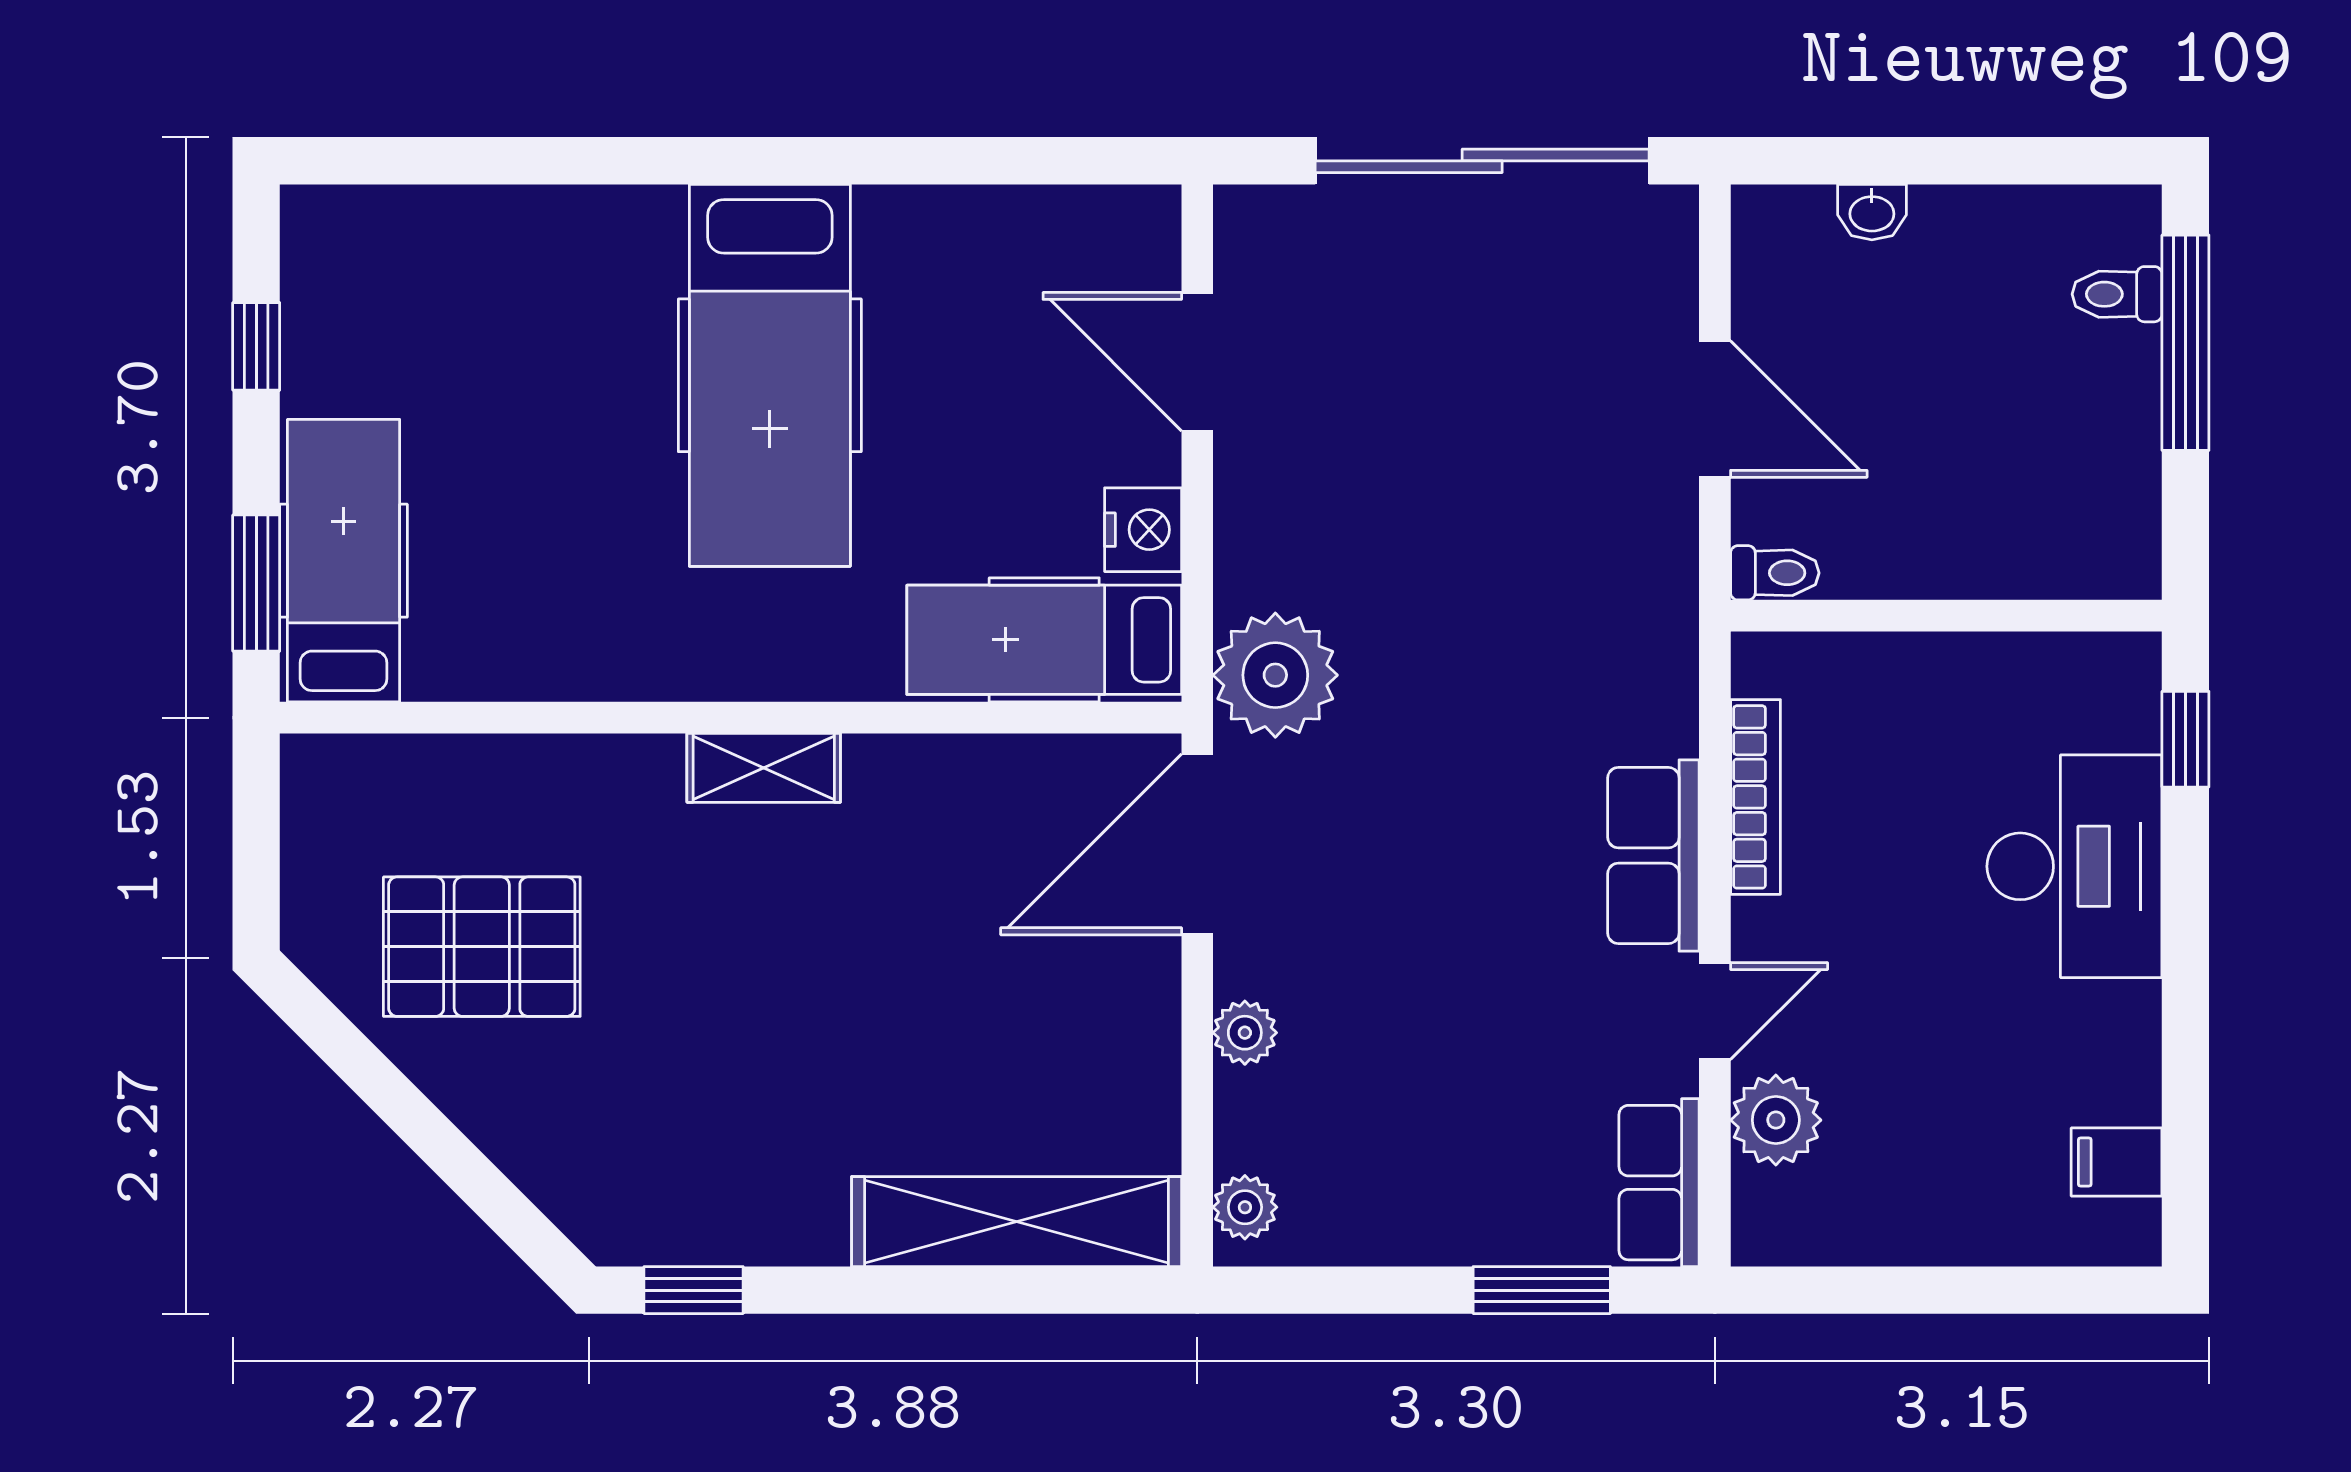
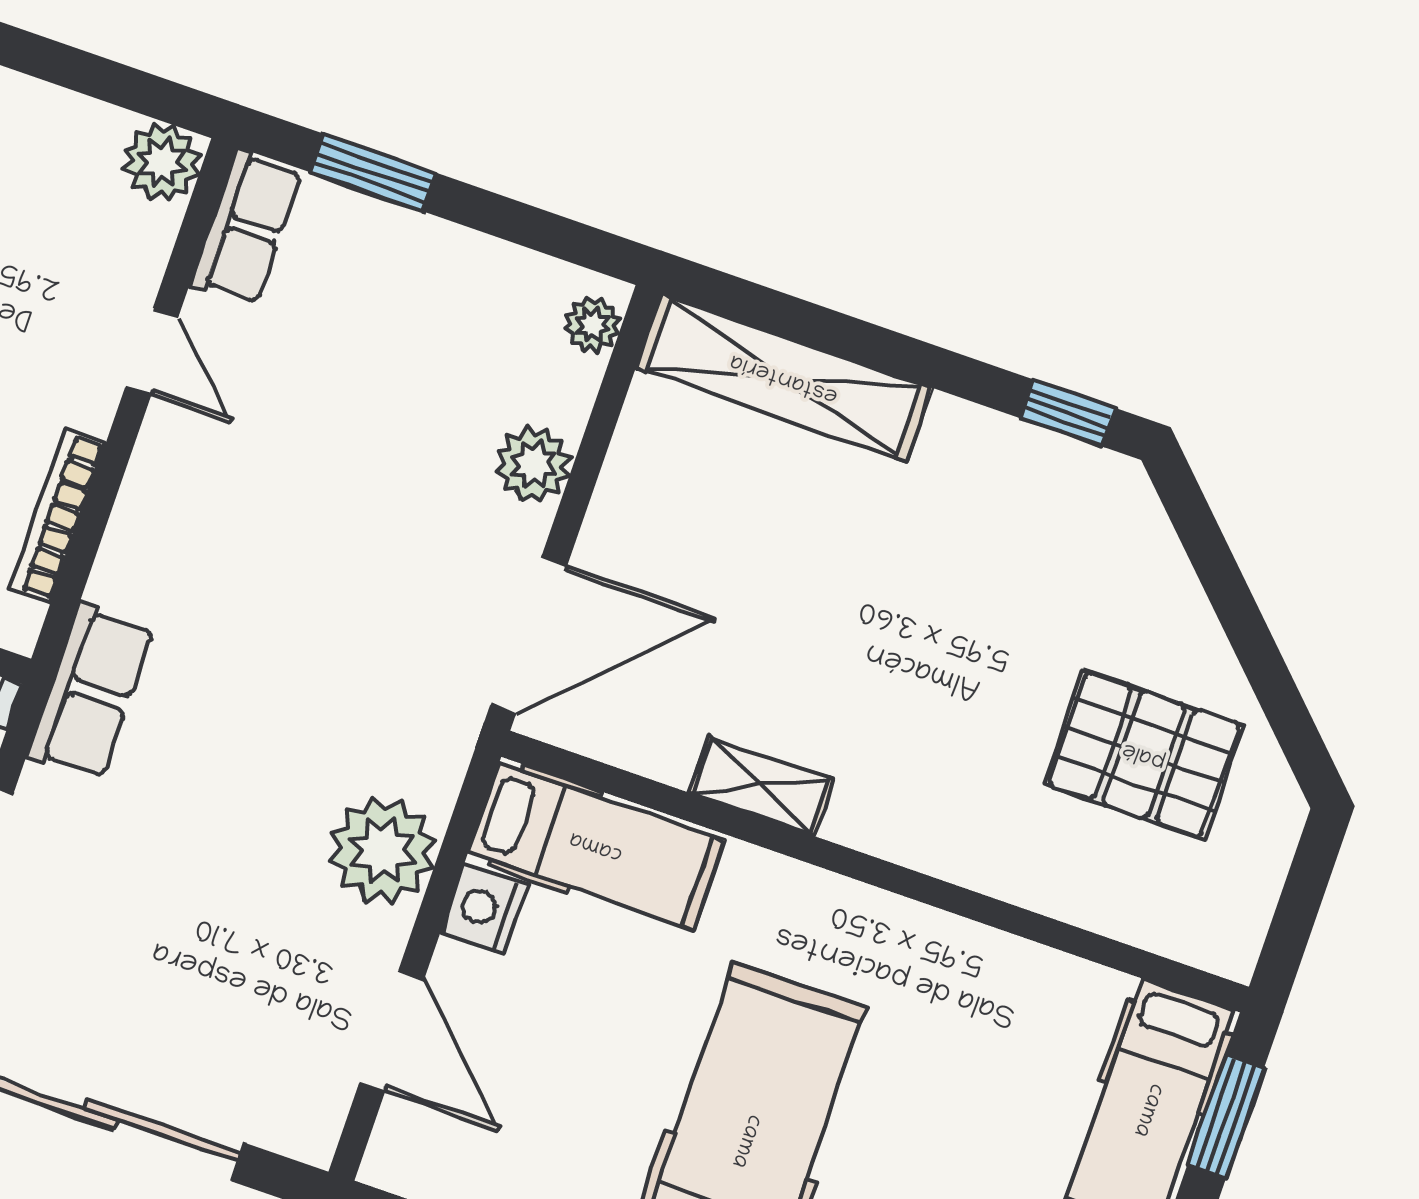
plant: (1275, 675) -> (383, 851), moved
shelving: (764, 768) -> (761, 786), moved
row of seats: (1653, 856) -> (91, 692), moved
door: (1715, 1011) -> (152, 352), swing flipped
plant: (1245, 1033) -> (533, 464), width x1.38, depth x1.38
plant: (1776, 1120) -> (162, 162), moved

